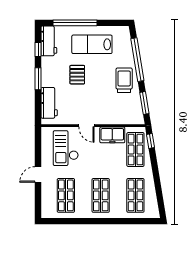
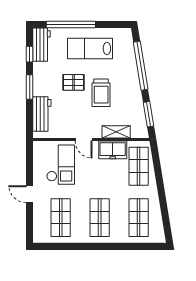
pallet: (77, 75) -> (73, 82), turned 90
trolley: (124, 80) -> (101, 93), moved, turned 180
shelving: (115, 119) -> (116, 132), added
window: (151, 141) -> (156, 157), removed
checkout: (66, 148) -> (61, 165), turned 180
door: (38, 174) -> (30, 194), hinge flipped

